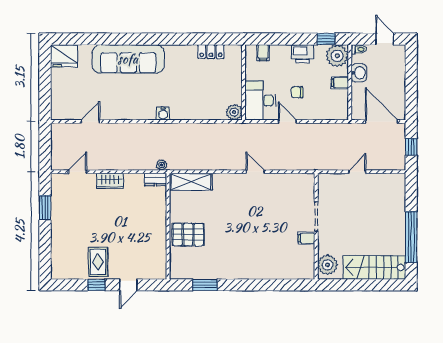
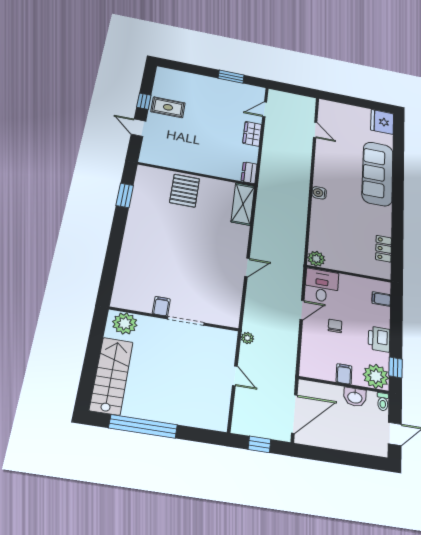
desk: (260, 100) -> (322, 286), width x0.73
plant: (162, 165) -> (247, 338), moved
door: (77, 172) -> (265, 109), swing flipped

